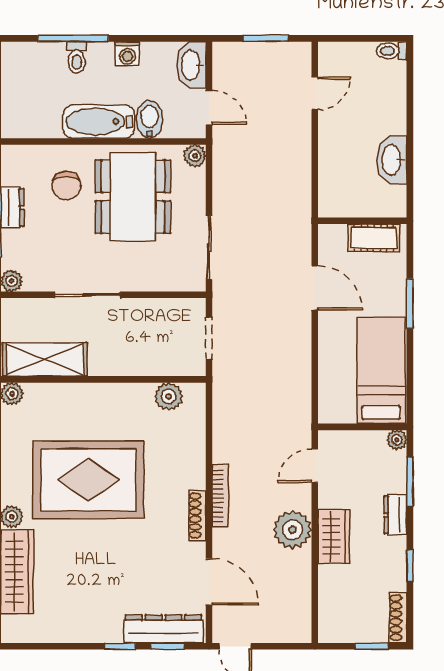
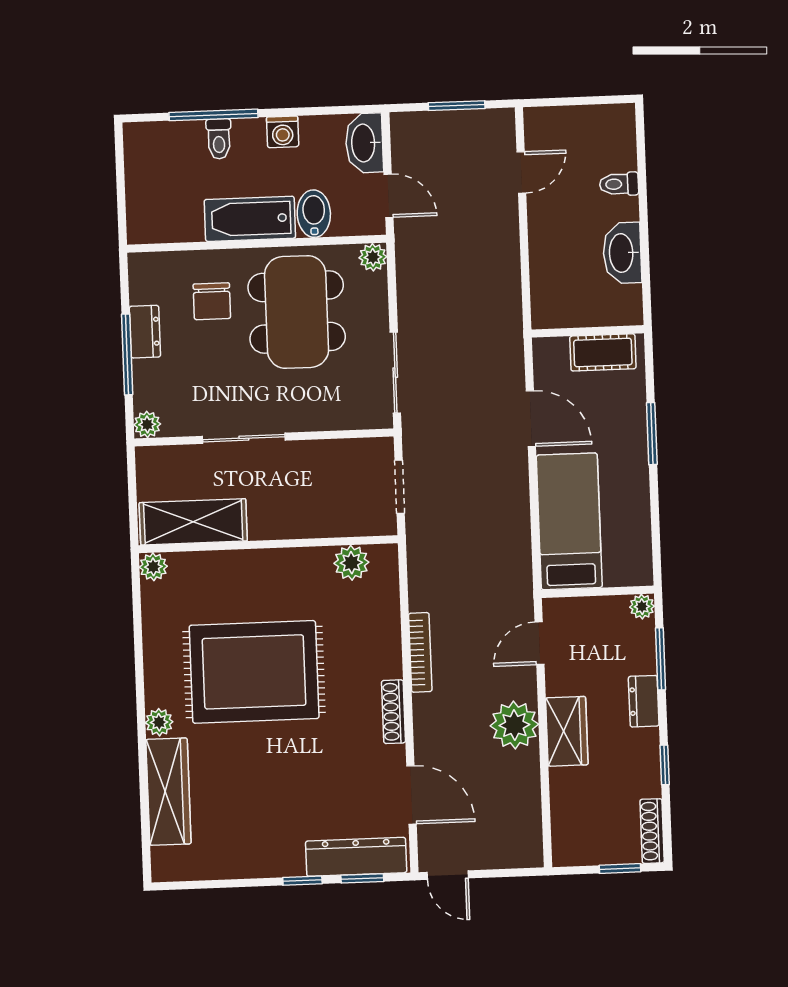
toilet: (392, 51) -> (619, 184), moved
bed: (381, 370) -> (569, 521), moved
bookcase: (220, 496) -> (420, 652), moved

